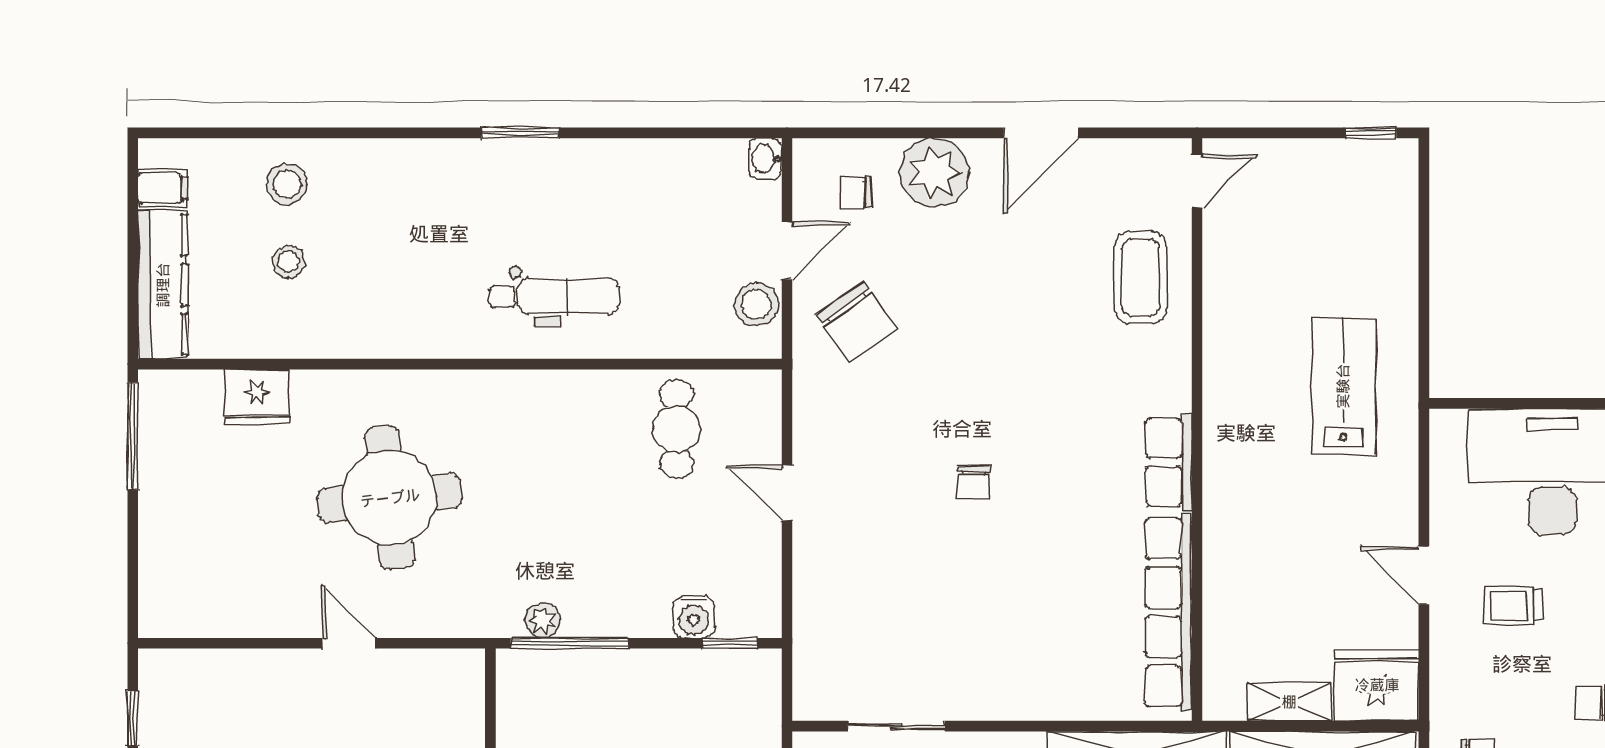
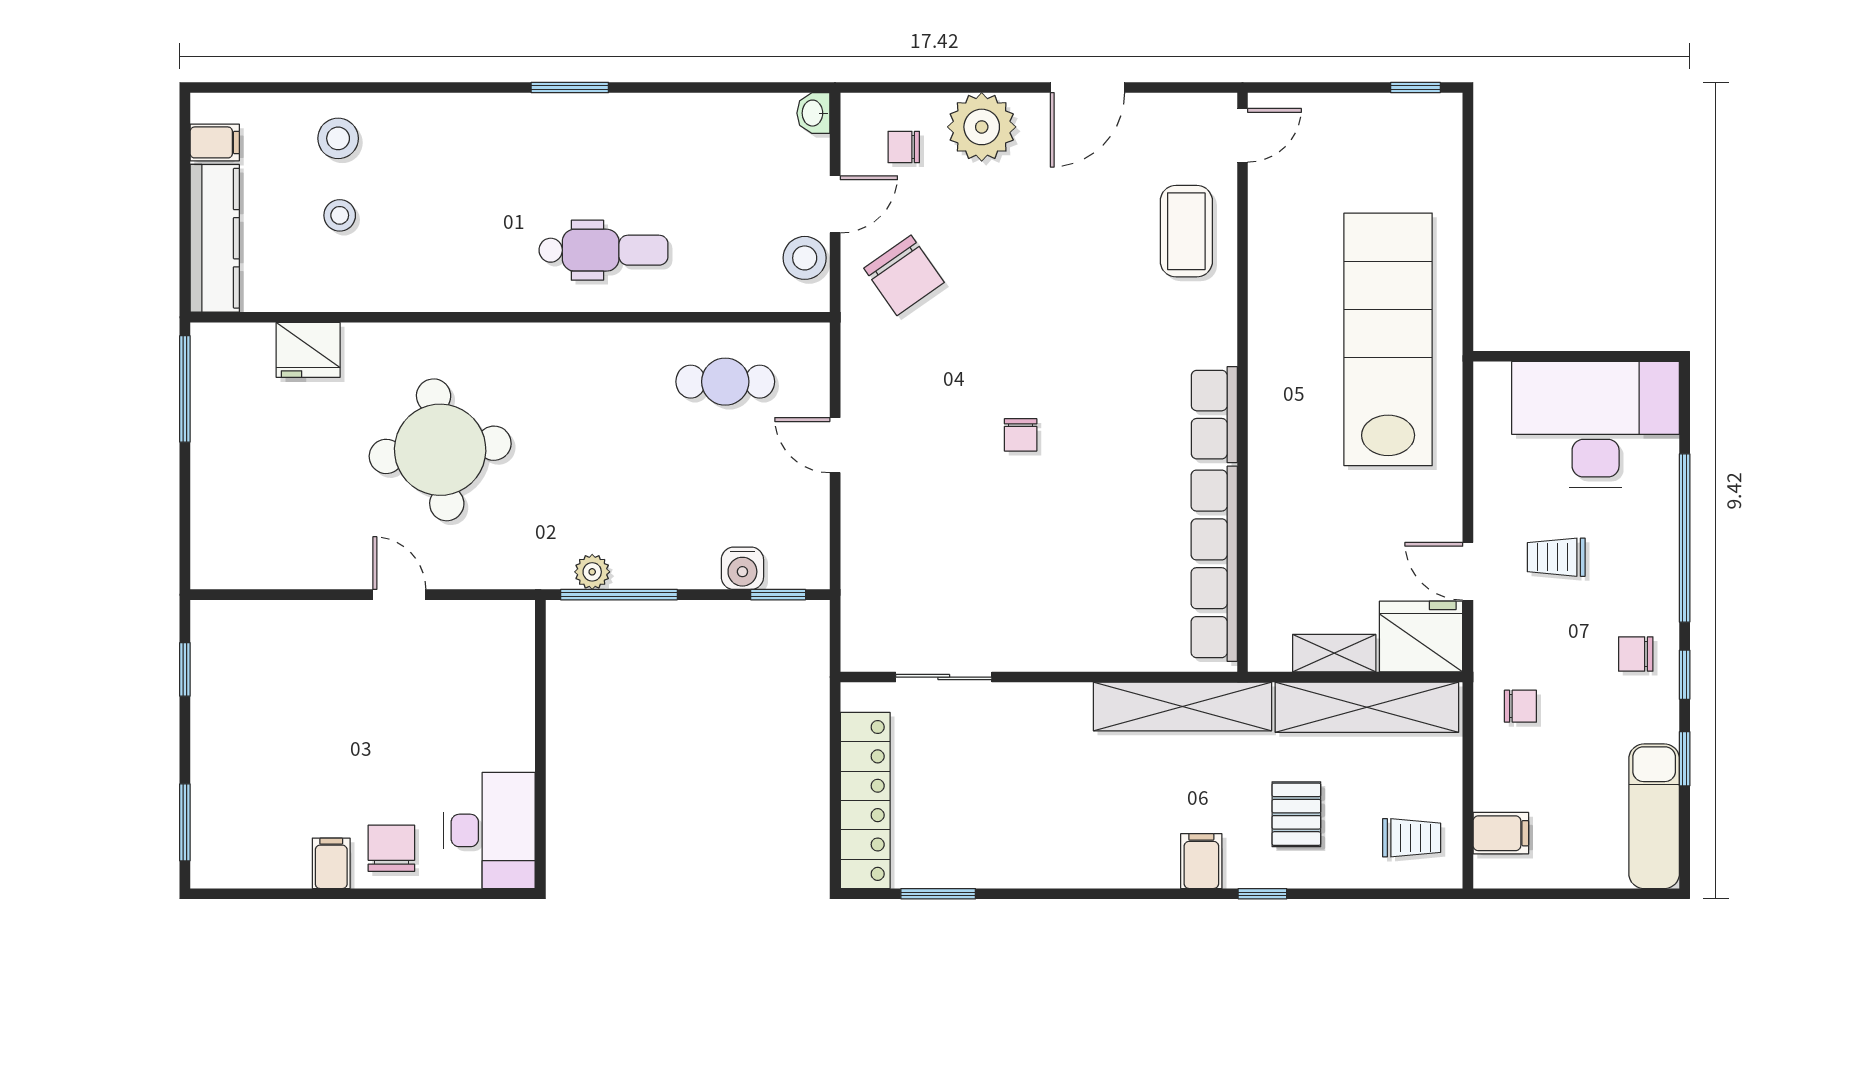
lab bench: (1343, 386) -> (1388, 339), width x1.86, depth x1.39
cafe table: (676, 429) -> (725, 382), turned 90
door: (1424, 575) -> (1468, 571), moved

